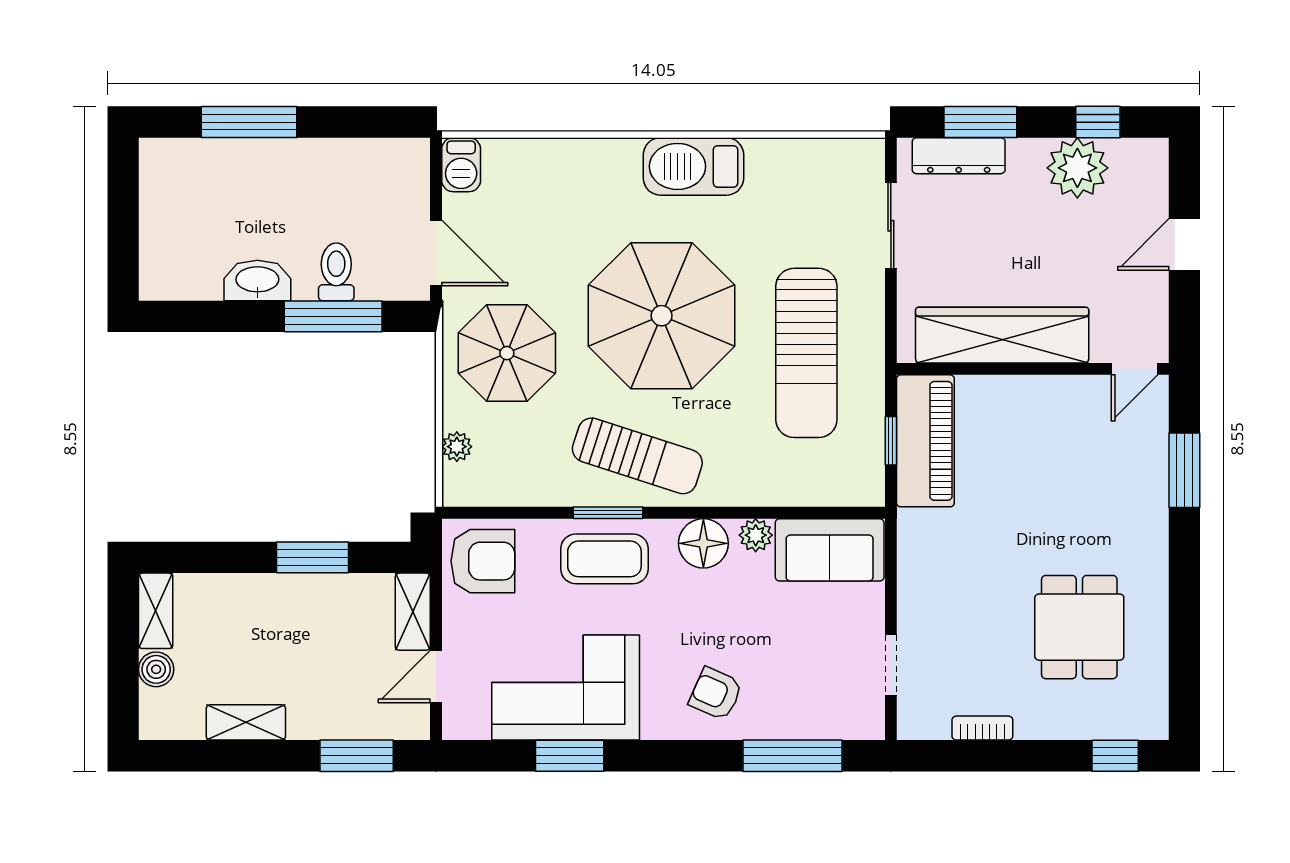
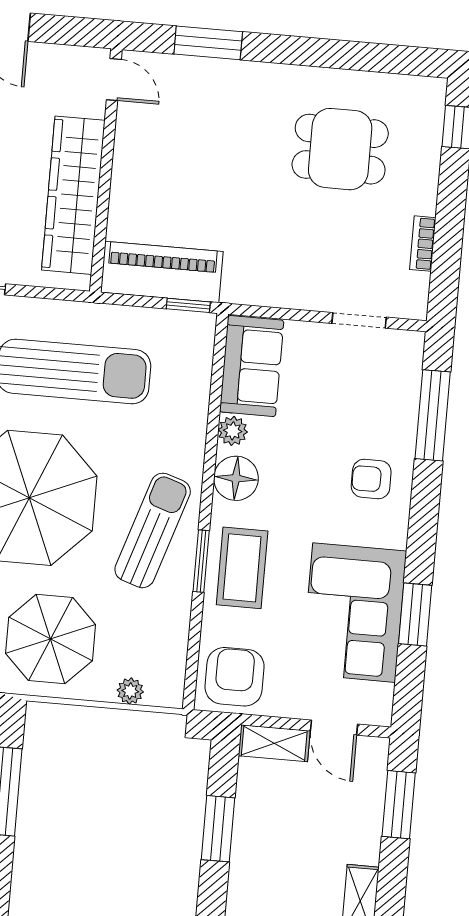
window: (891, 441) -> (188, 305), moved
armchair: (716, 694) -> (371, 479), turned 66

